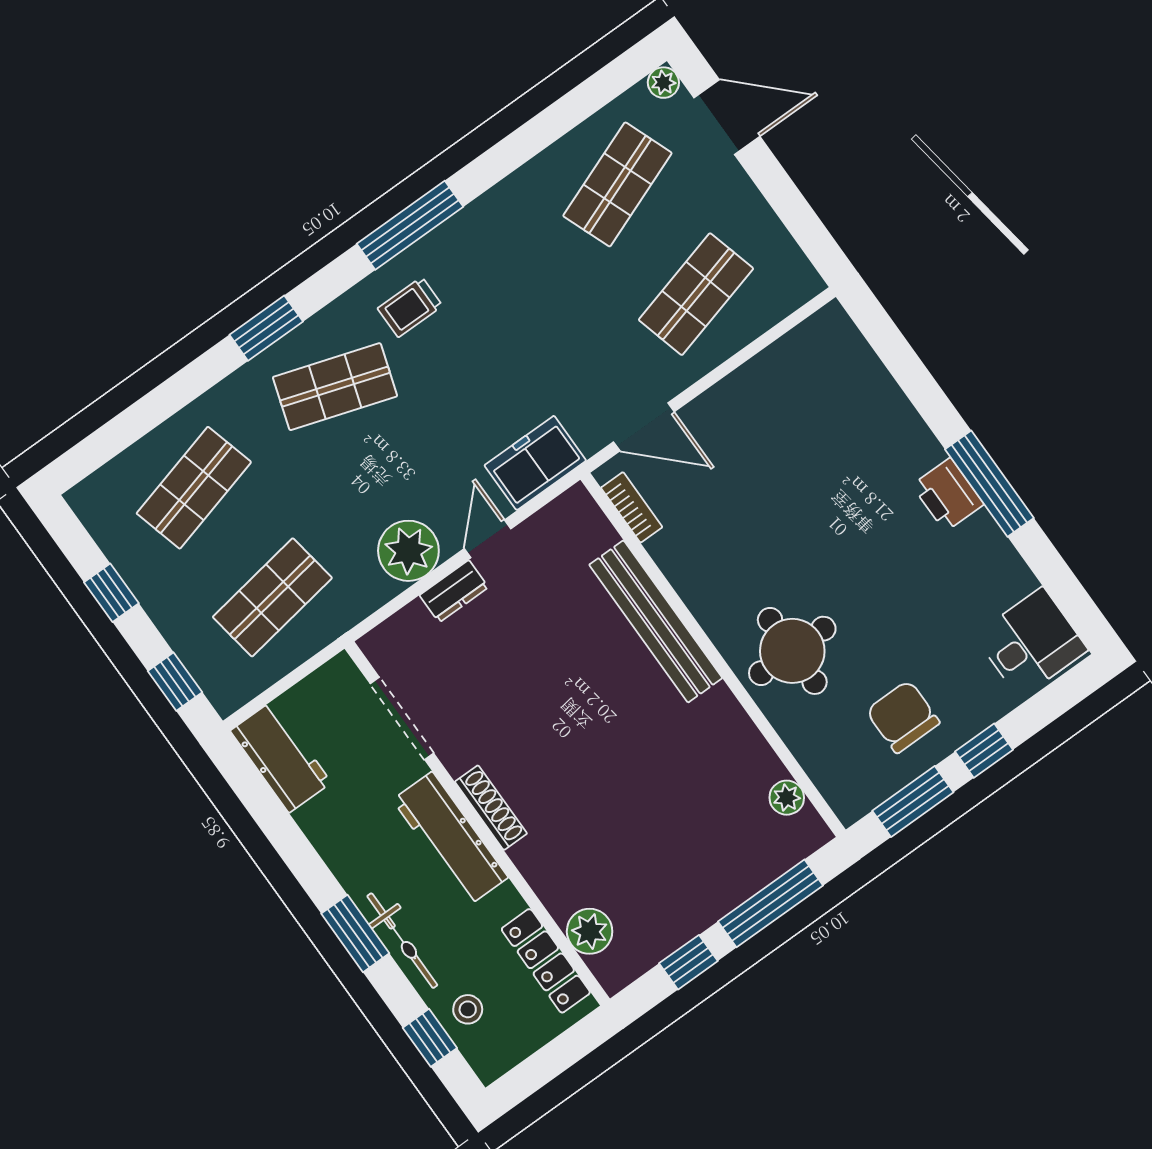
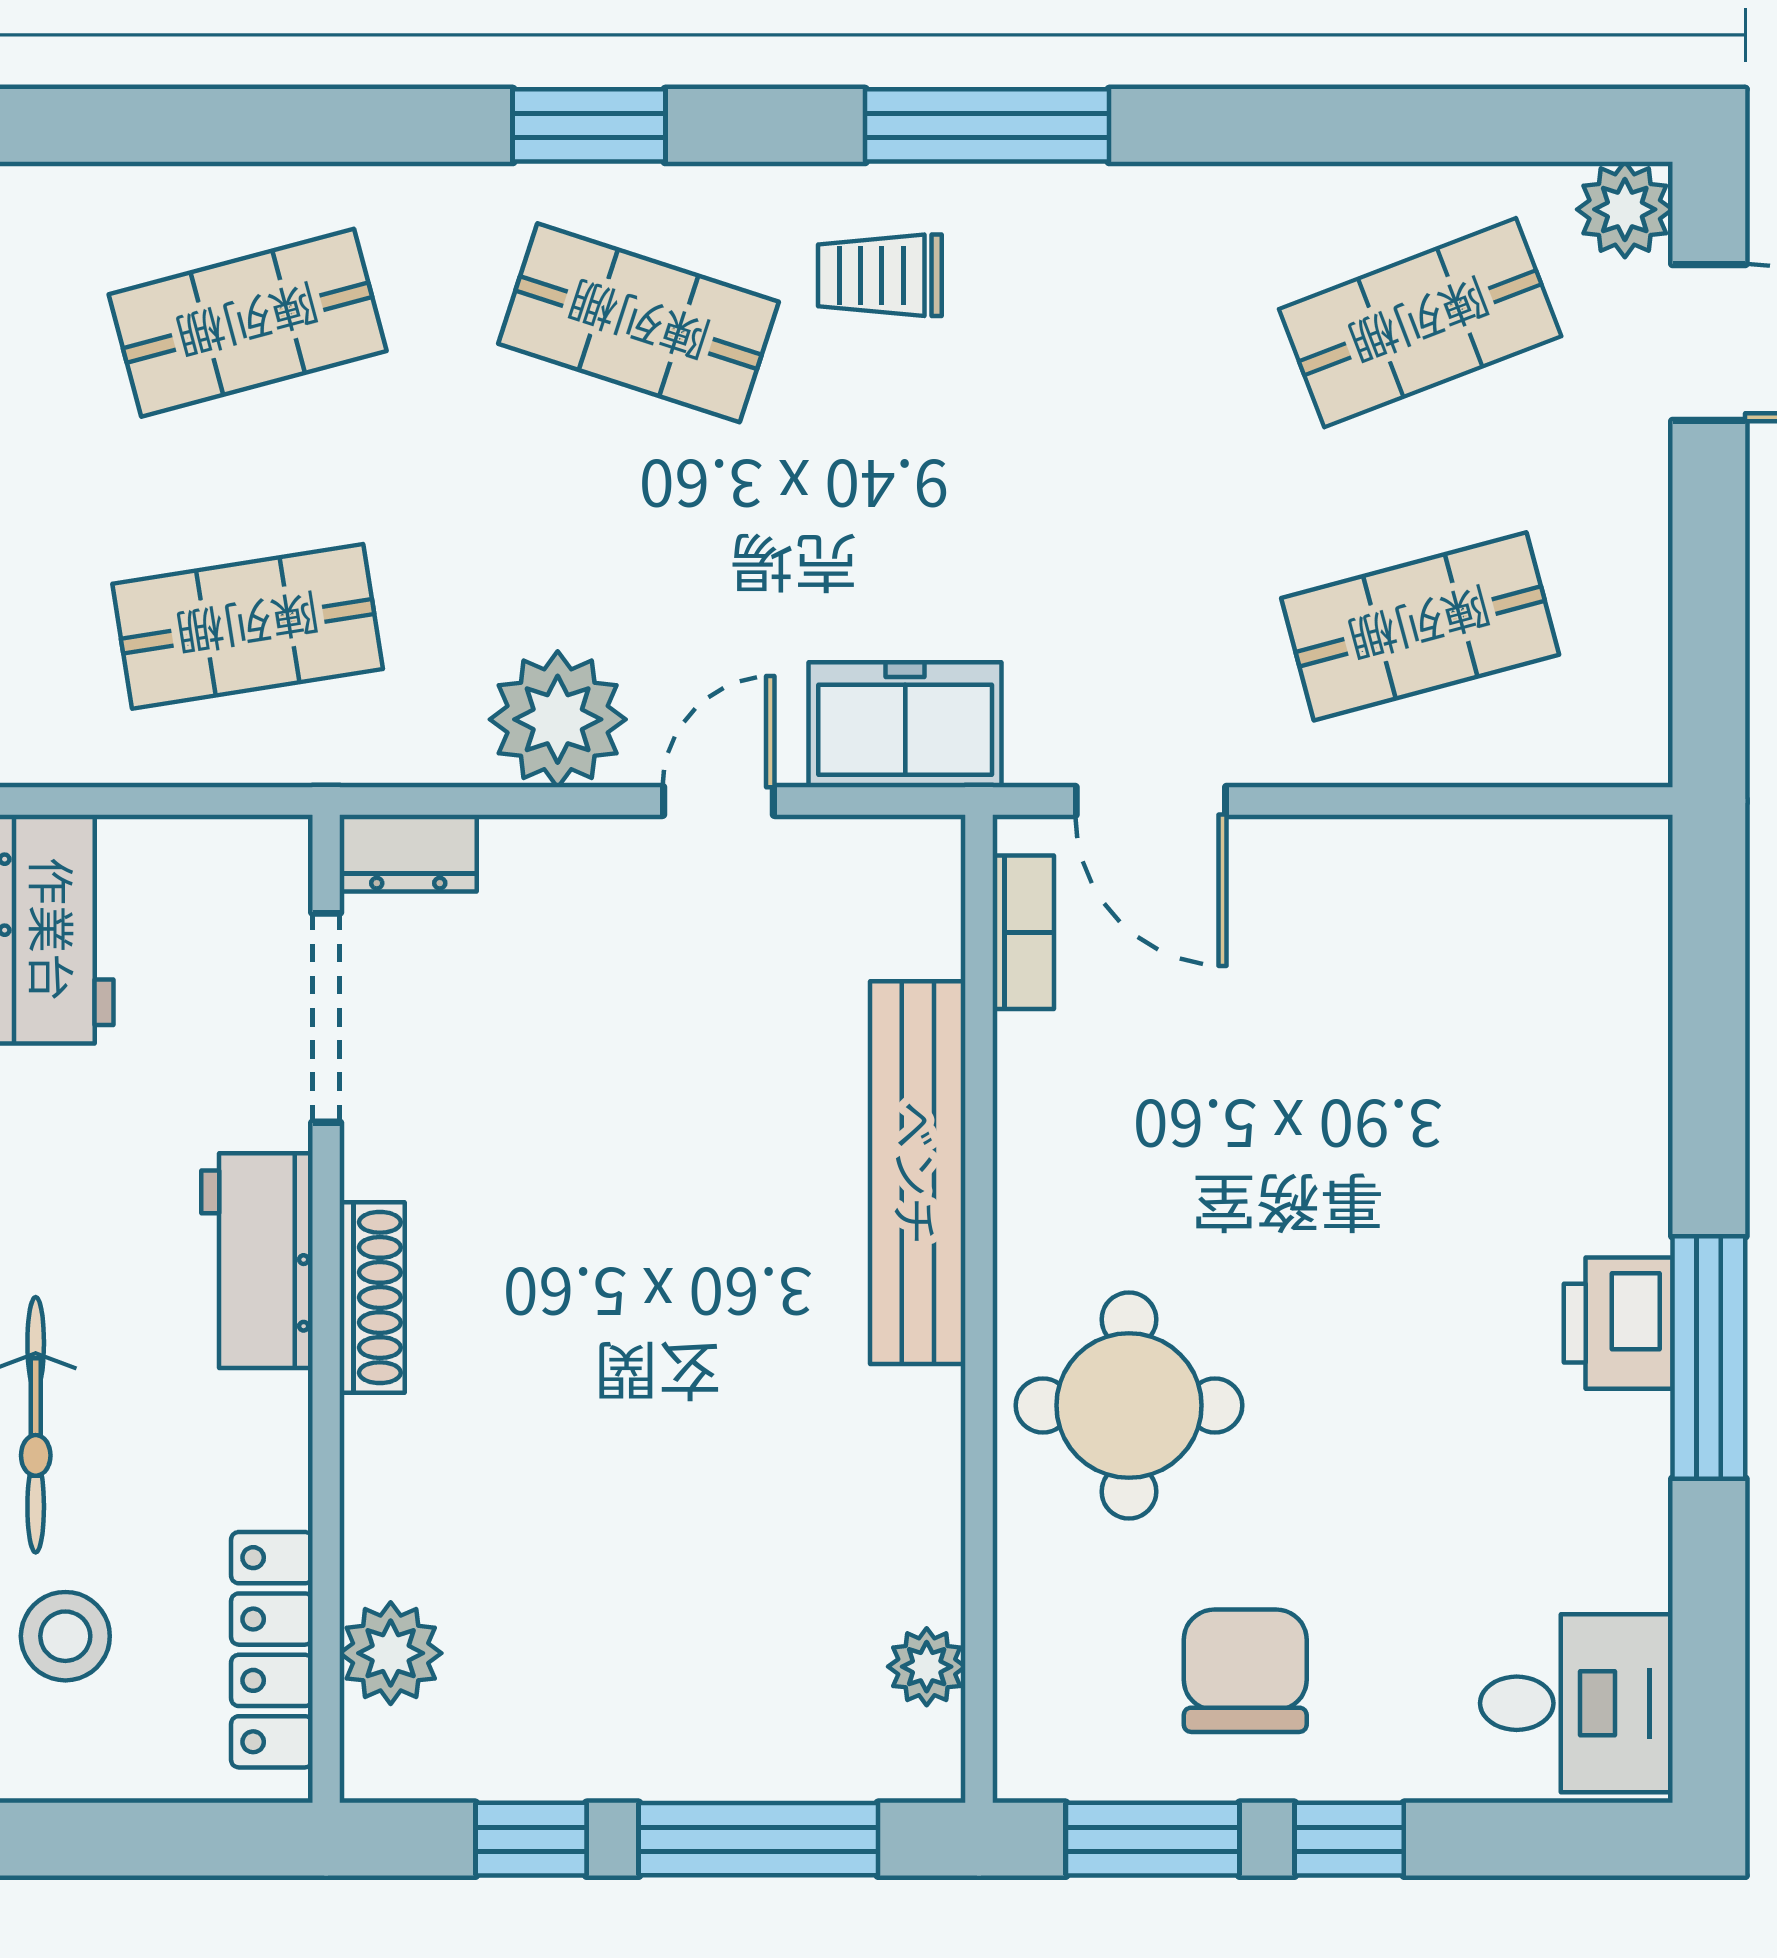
plant: (663, 83) -> (1625, 209), width x1.38, depth x1.38
dresser: (454, 591) -> (408, 853), moved
workbench: (450, 839) -> (257, 1261), width x0.73
stool: (468, 1009) -> (65, 1636), width x1.37, depth x1.37

